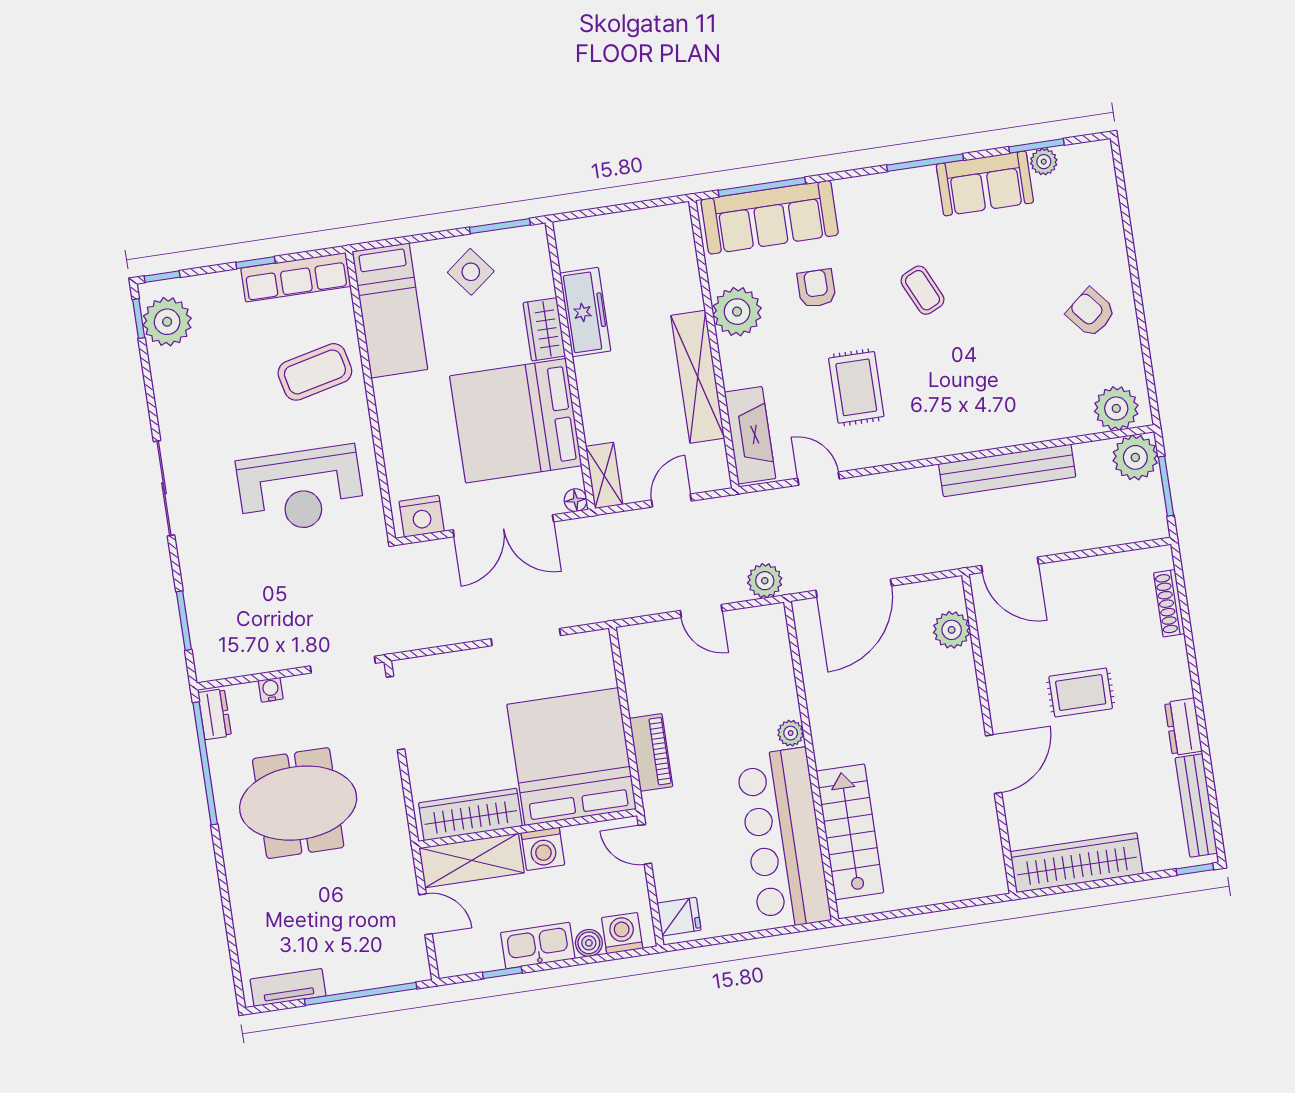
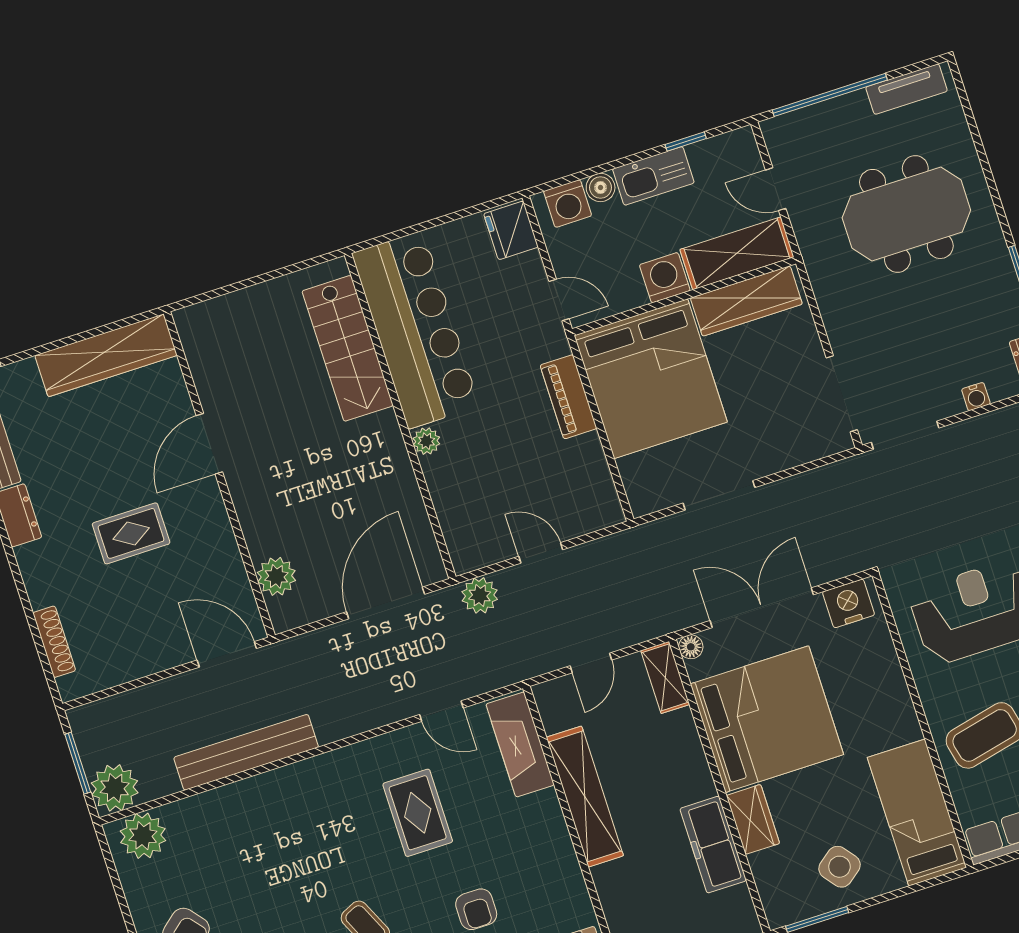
plant: (737, 312) -> (555, 871), removed
meeting table: (298, 803) -> (906, 214), moved
fridge: (679, 917) -> (511, 230), width x1.38

